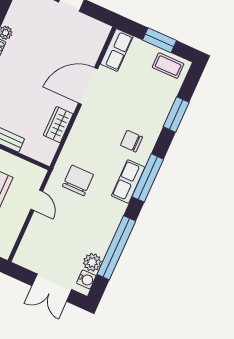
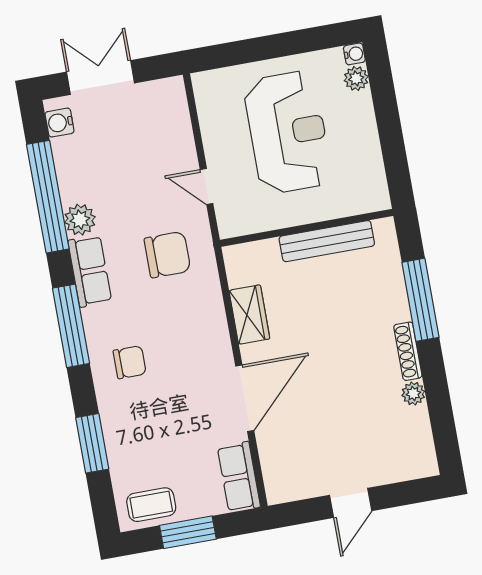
chair: (78, 180) -> (167, 255), turned -90
row of seats: (128, 181) -> (90, 271), moved
plant: (92, 262) -> (80, 220), moved

